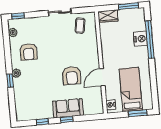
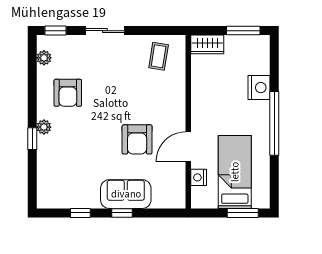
sliding door: (60, 12) -> (105, 31), moved
window: (150, 39) -> (274, 123), moved
nightstand: (111, 105) -> (199, 177), moved

